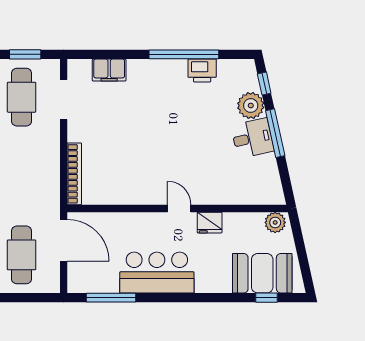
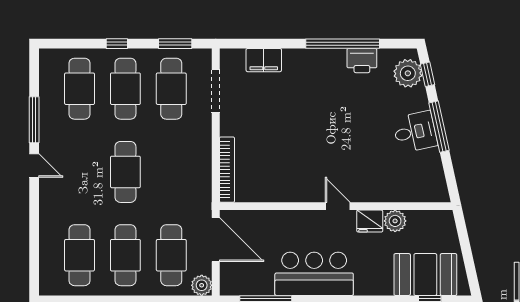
plant: (251, 106) -> (408, 73), moved
plant: (275, 222) -> (395, 221), moved
plant: (50, 283) -> (202, 285), added

